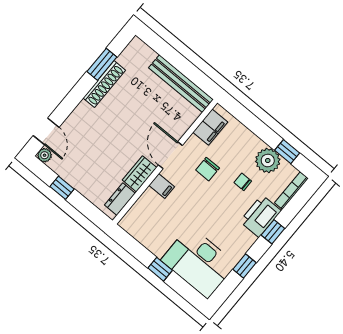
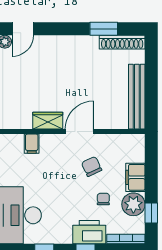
shoe rack: (104, 84) -> (122, 42), moved
filing cabinet: (210, 127) -> (135, 177), moved, turned 90
chair: (208, 169) -> (92, 166), turned 65
filing cabinet: (162, 186) -> (32, 144), moved
dresser: (120, 199) -> (18, 122), removed

